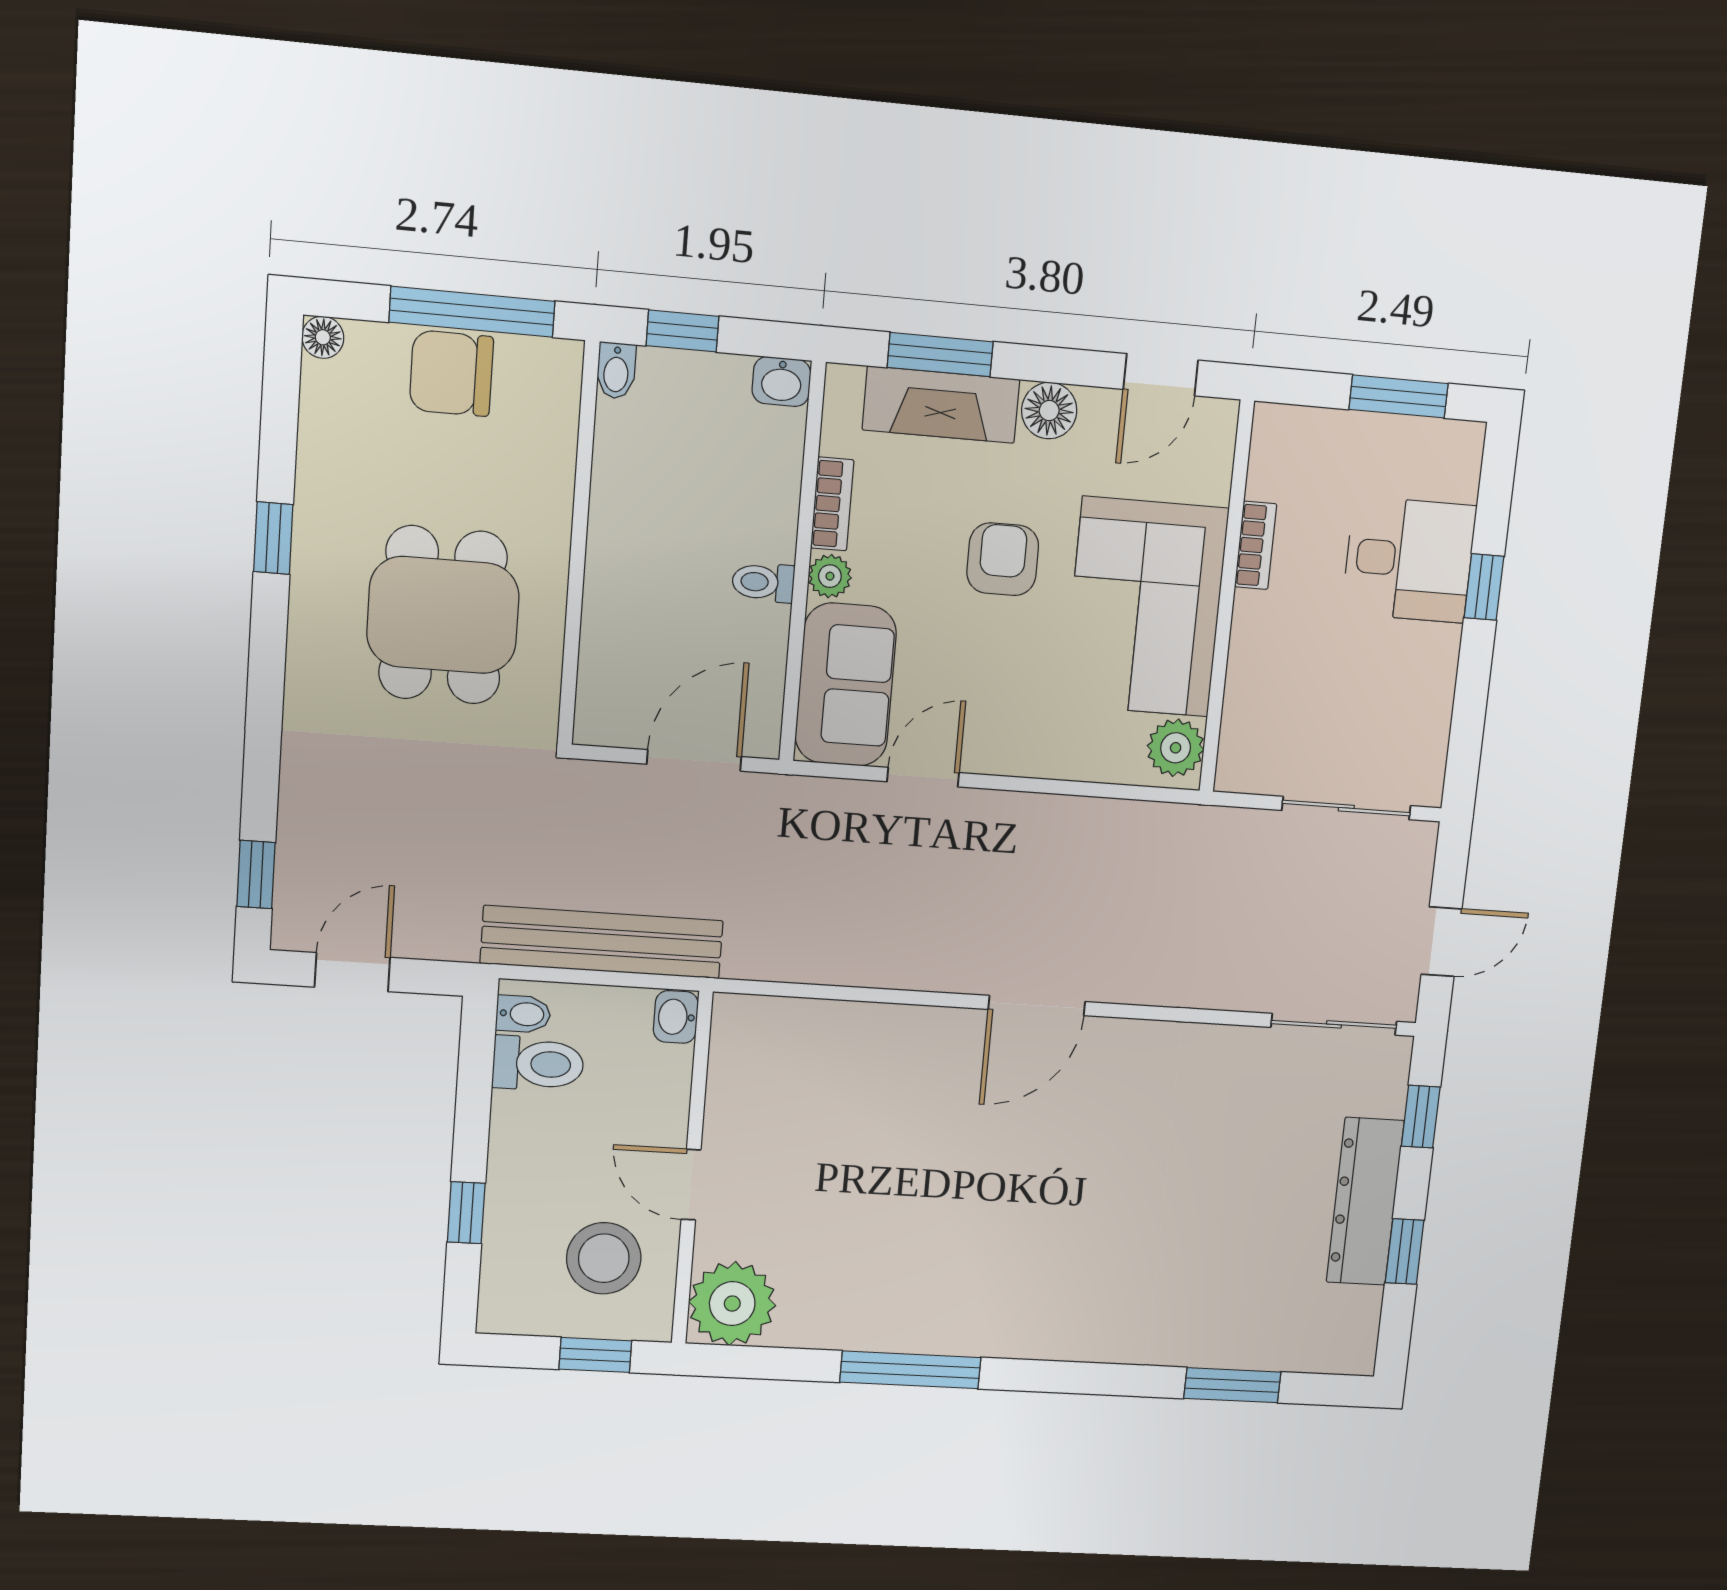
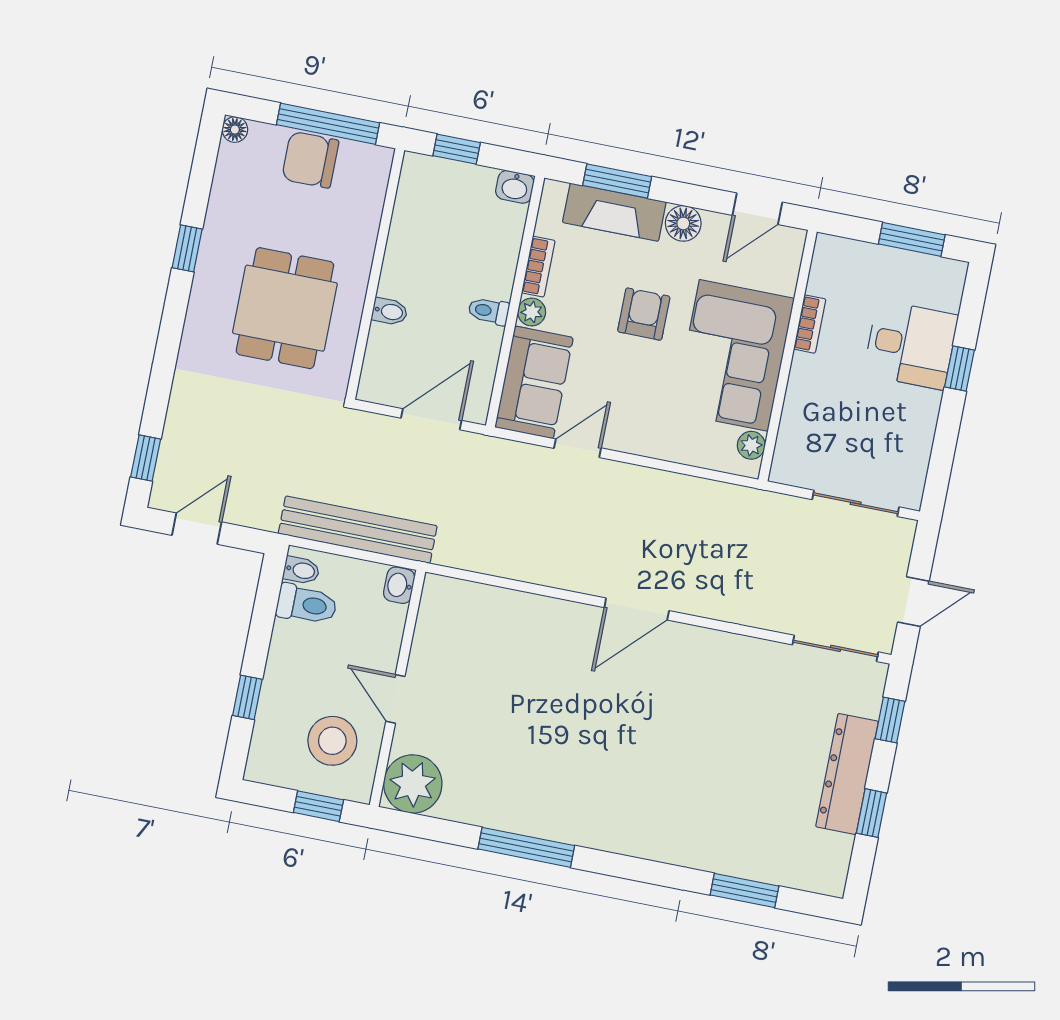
bidet: (616, 371) -> (390, 312), moved, turned -90
plant: (1176, 748) -> (751, 445), width x0.73, depth x0.73

